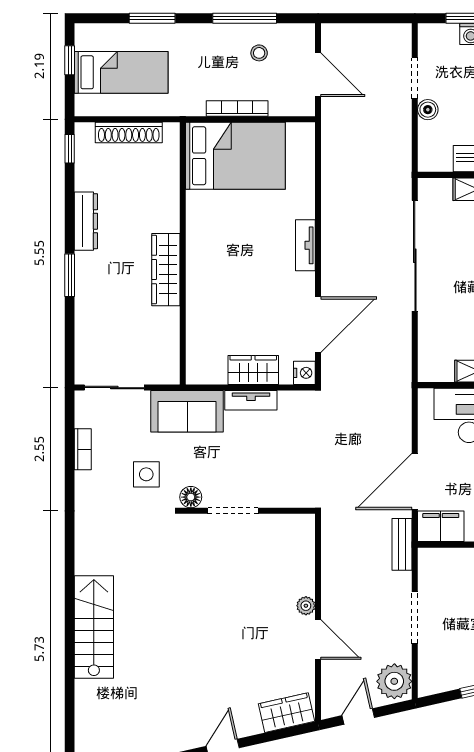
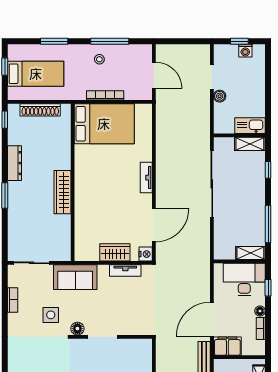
stool: (259, 53) -> (99, 59), moved
tv unit: (251, 400) -> (125, 271), moved

